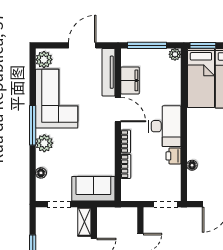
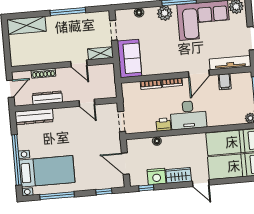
filing cabinet: (130, 80) -> (225, 82), width x0.50

